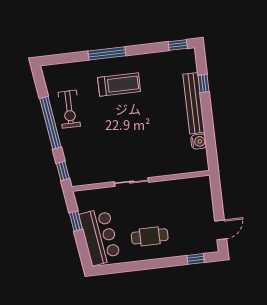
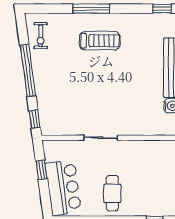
exercise bike: (69, 109) -> (41, 36), moved, width x0.73, depth x0.72
cafe table: (150, 236) -> (112, 193), turned 90

